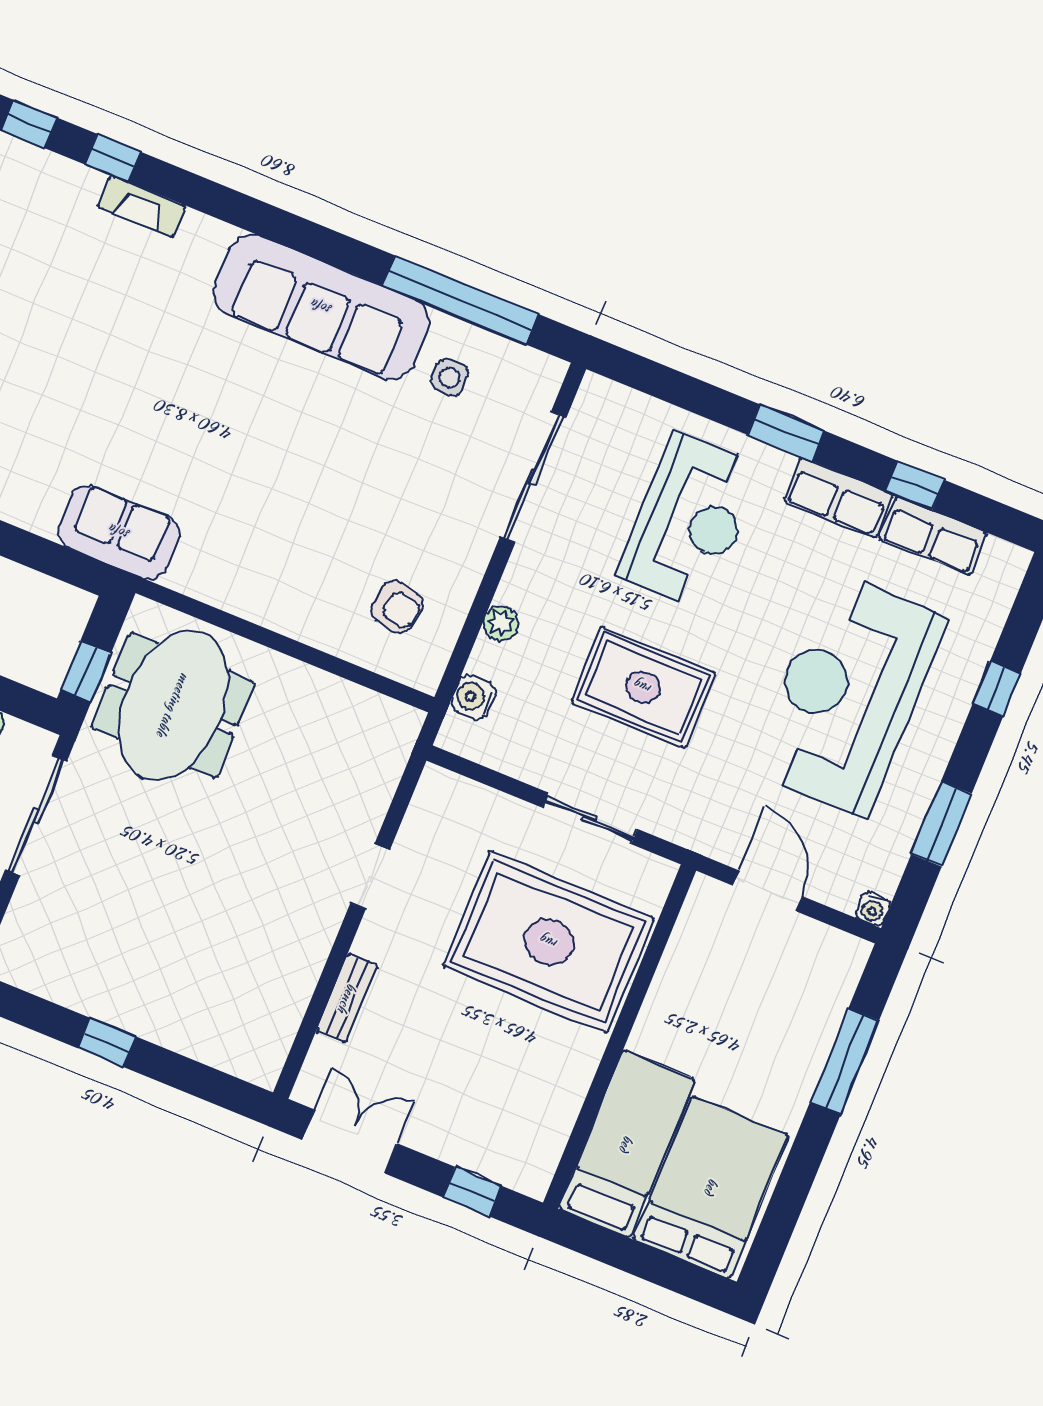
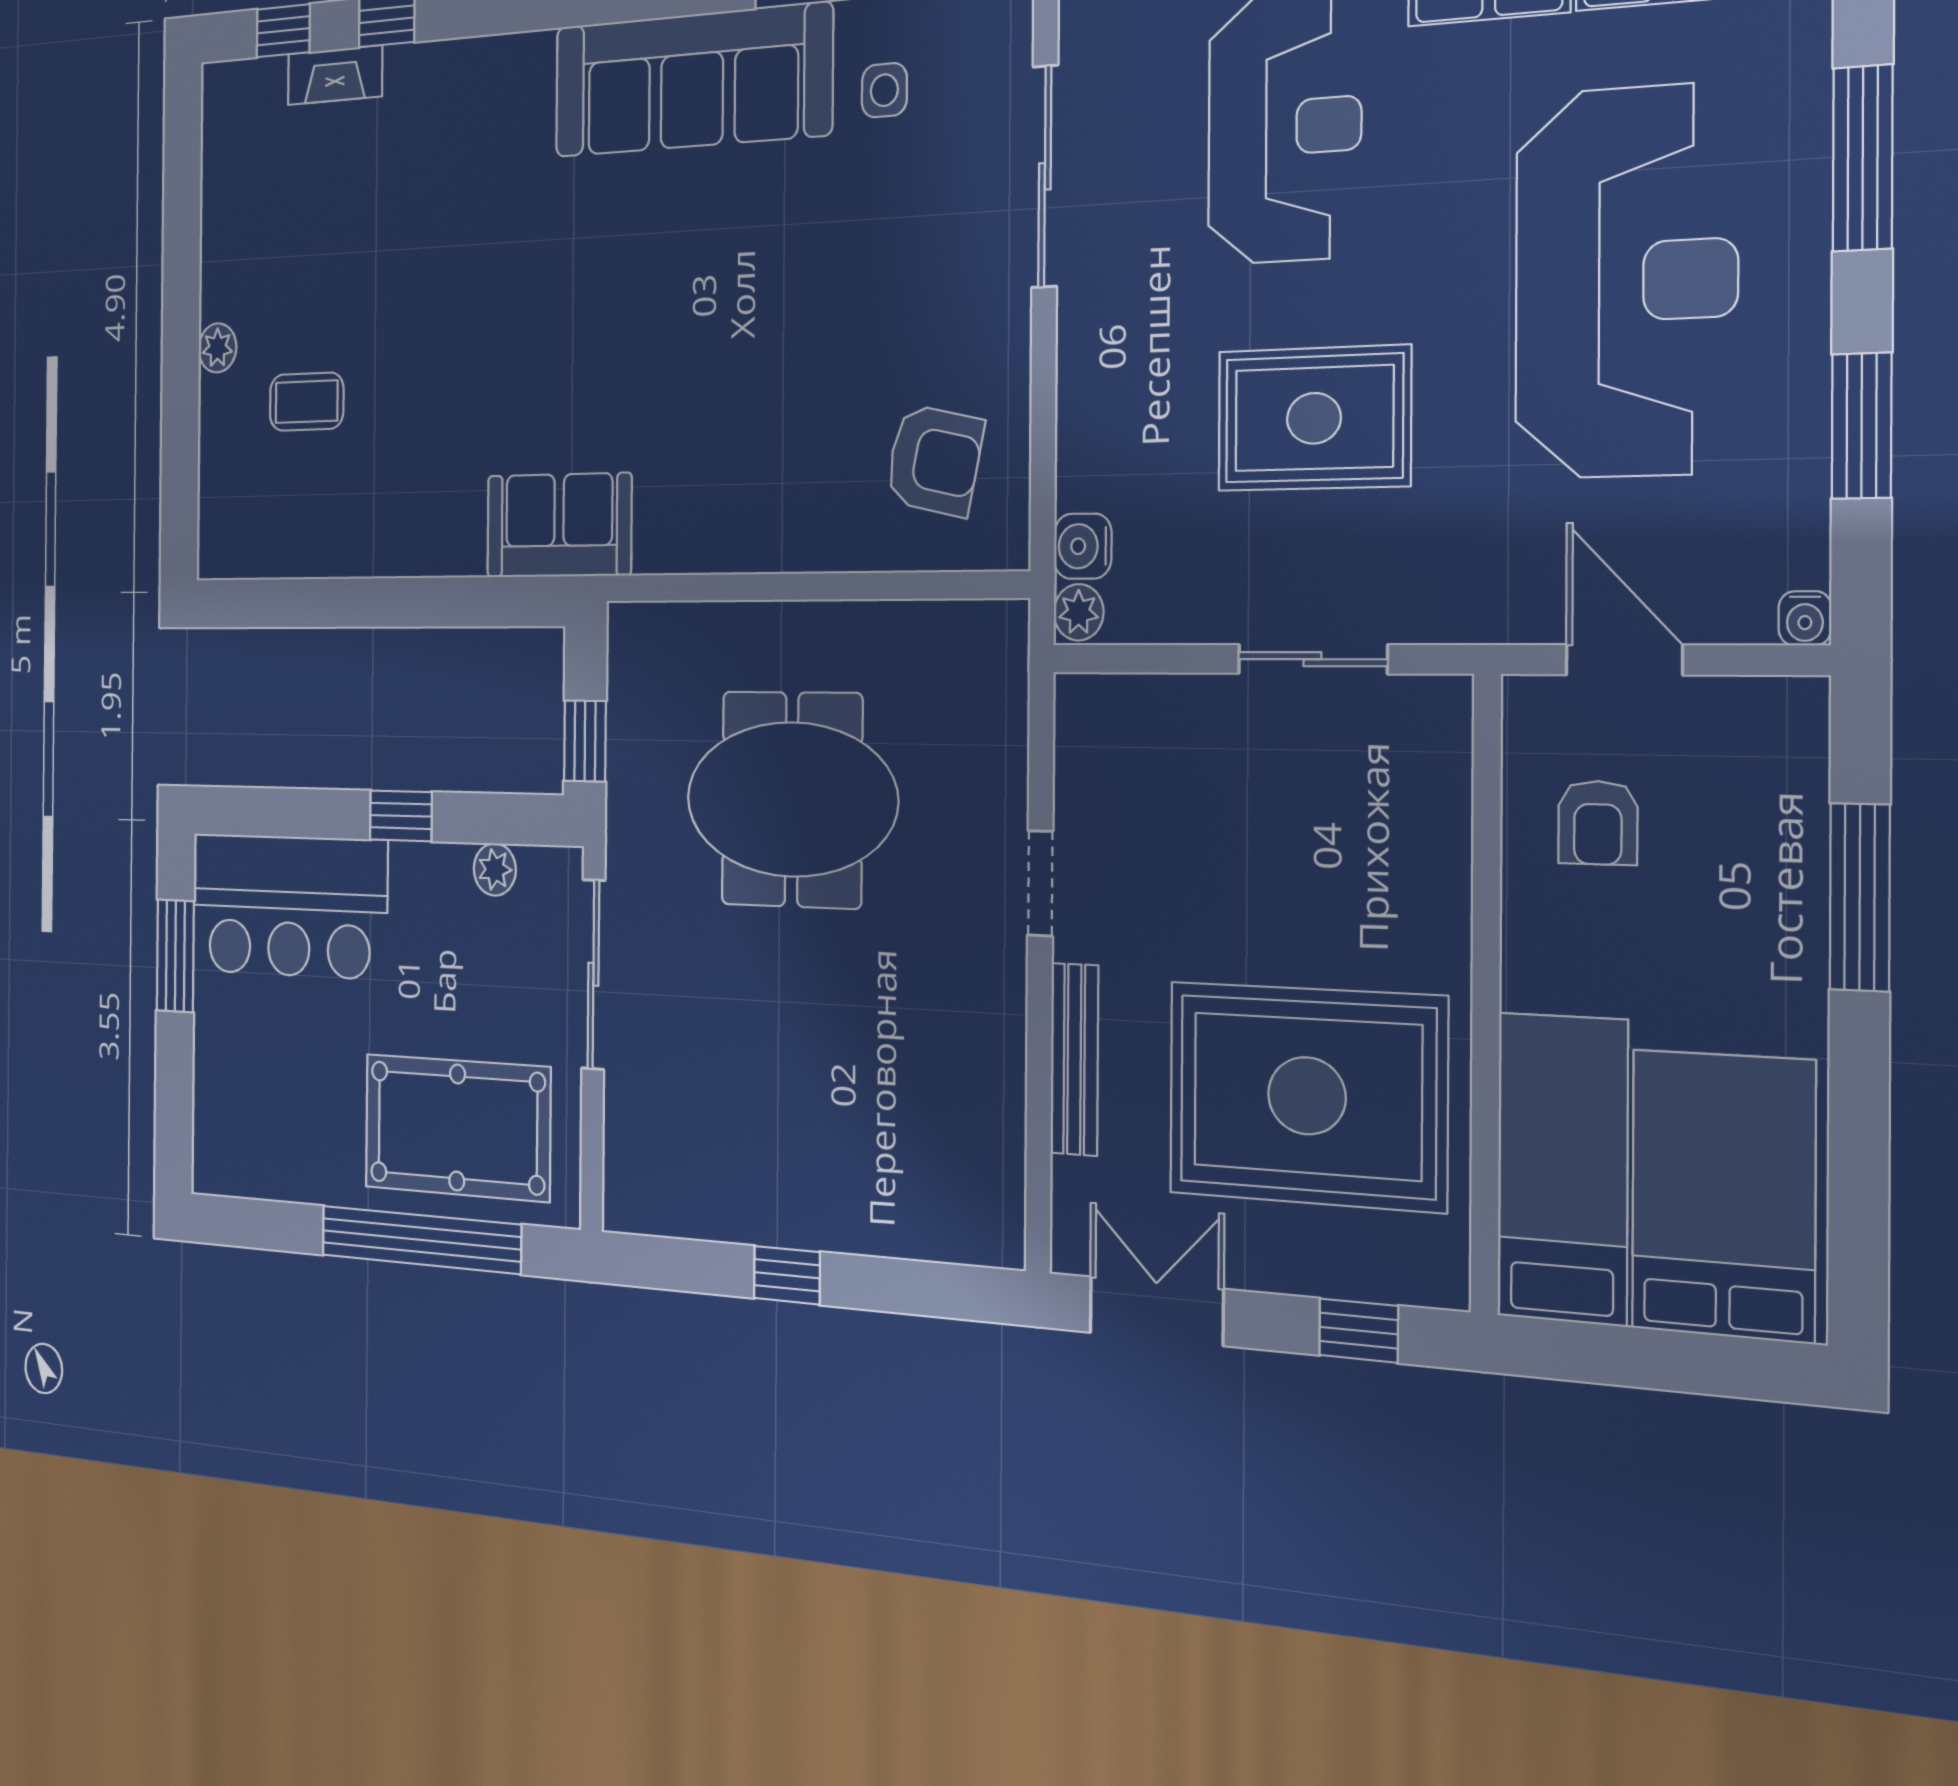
fireplace: (141, 206) -> (335, 75), moved
armchair: (397, 607) -> (934, 460), width x1.38, depth x1.38
plant: (501, 623) -> (1079, 612), moved
window: (997, 689) -> (1863, 158), width x2.17
reception desk: (848, 694) -> (1626, 282), turned 180
meeting table: (173, 705) -> (792, 799), moved, turned 90
rug: (549, 942) -> (1307, 1096), moved
armchair: (719, 970) -> (1598, 823), added
bench: (347, 998) -> (1074, 1059), width x1.36

